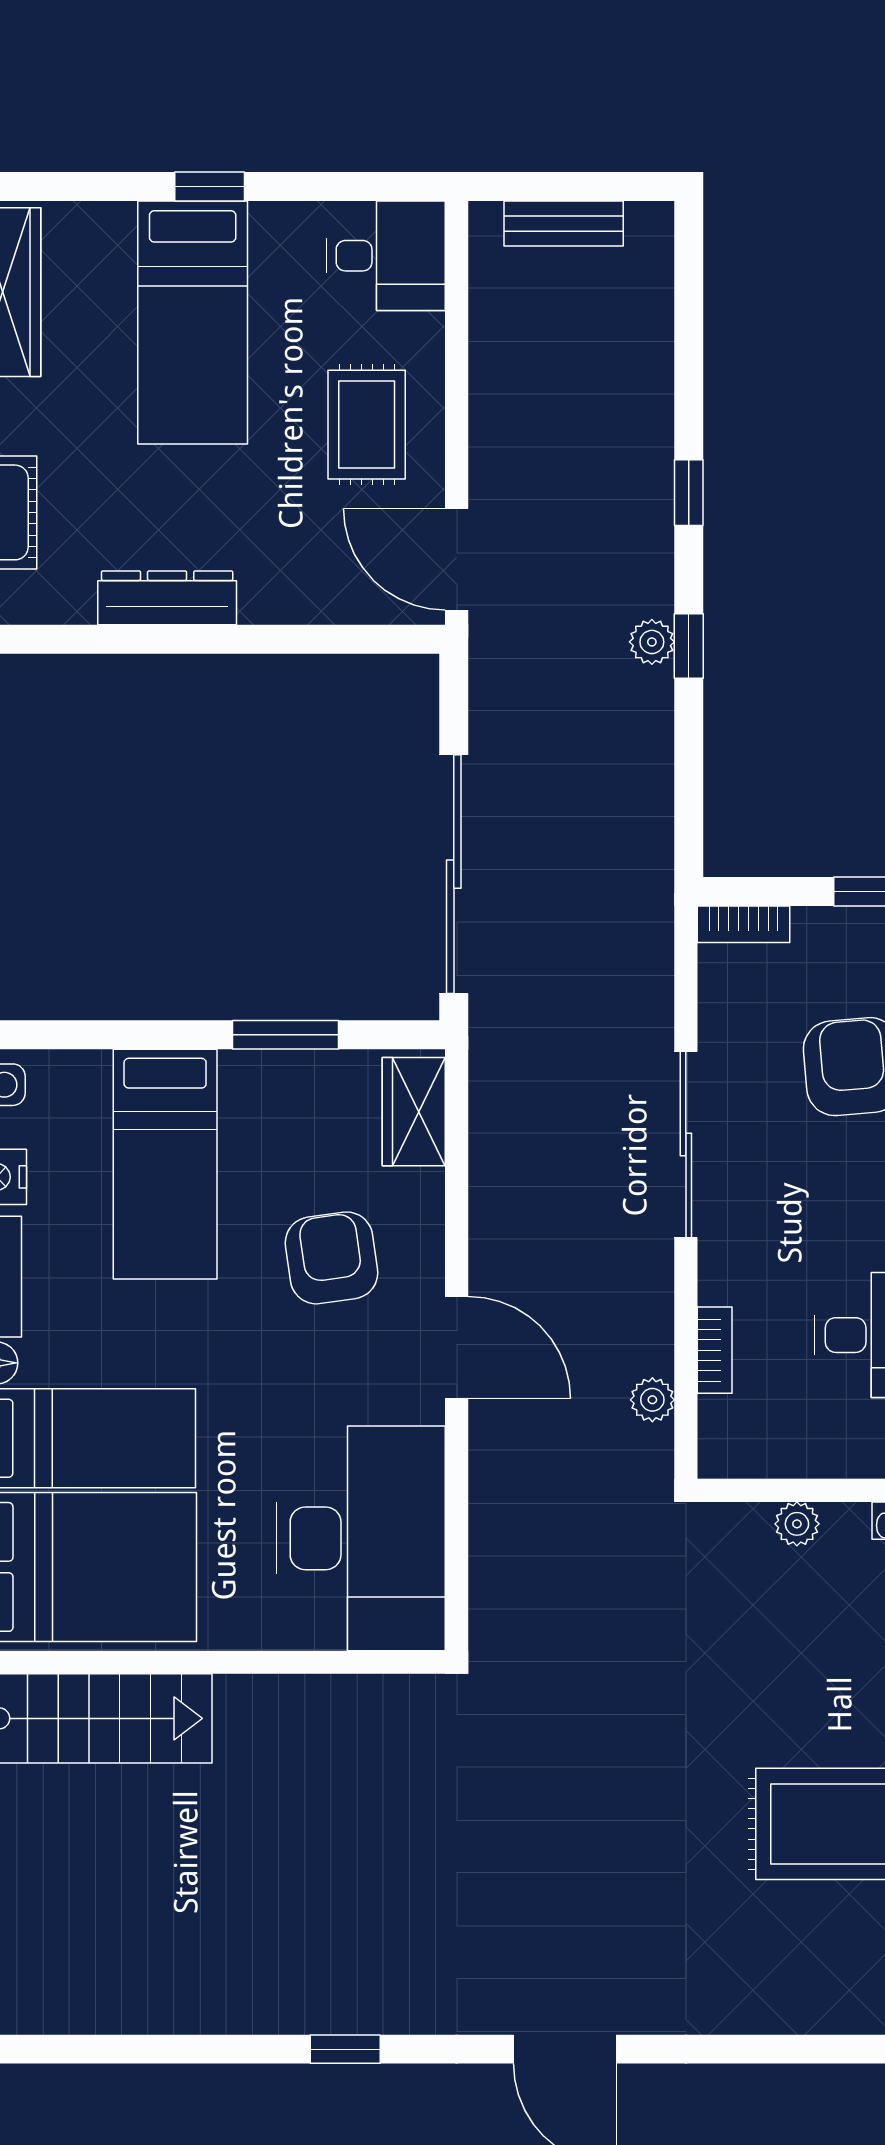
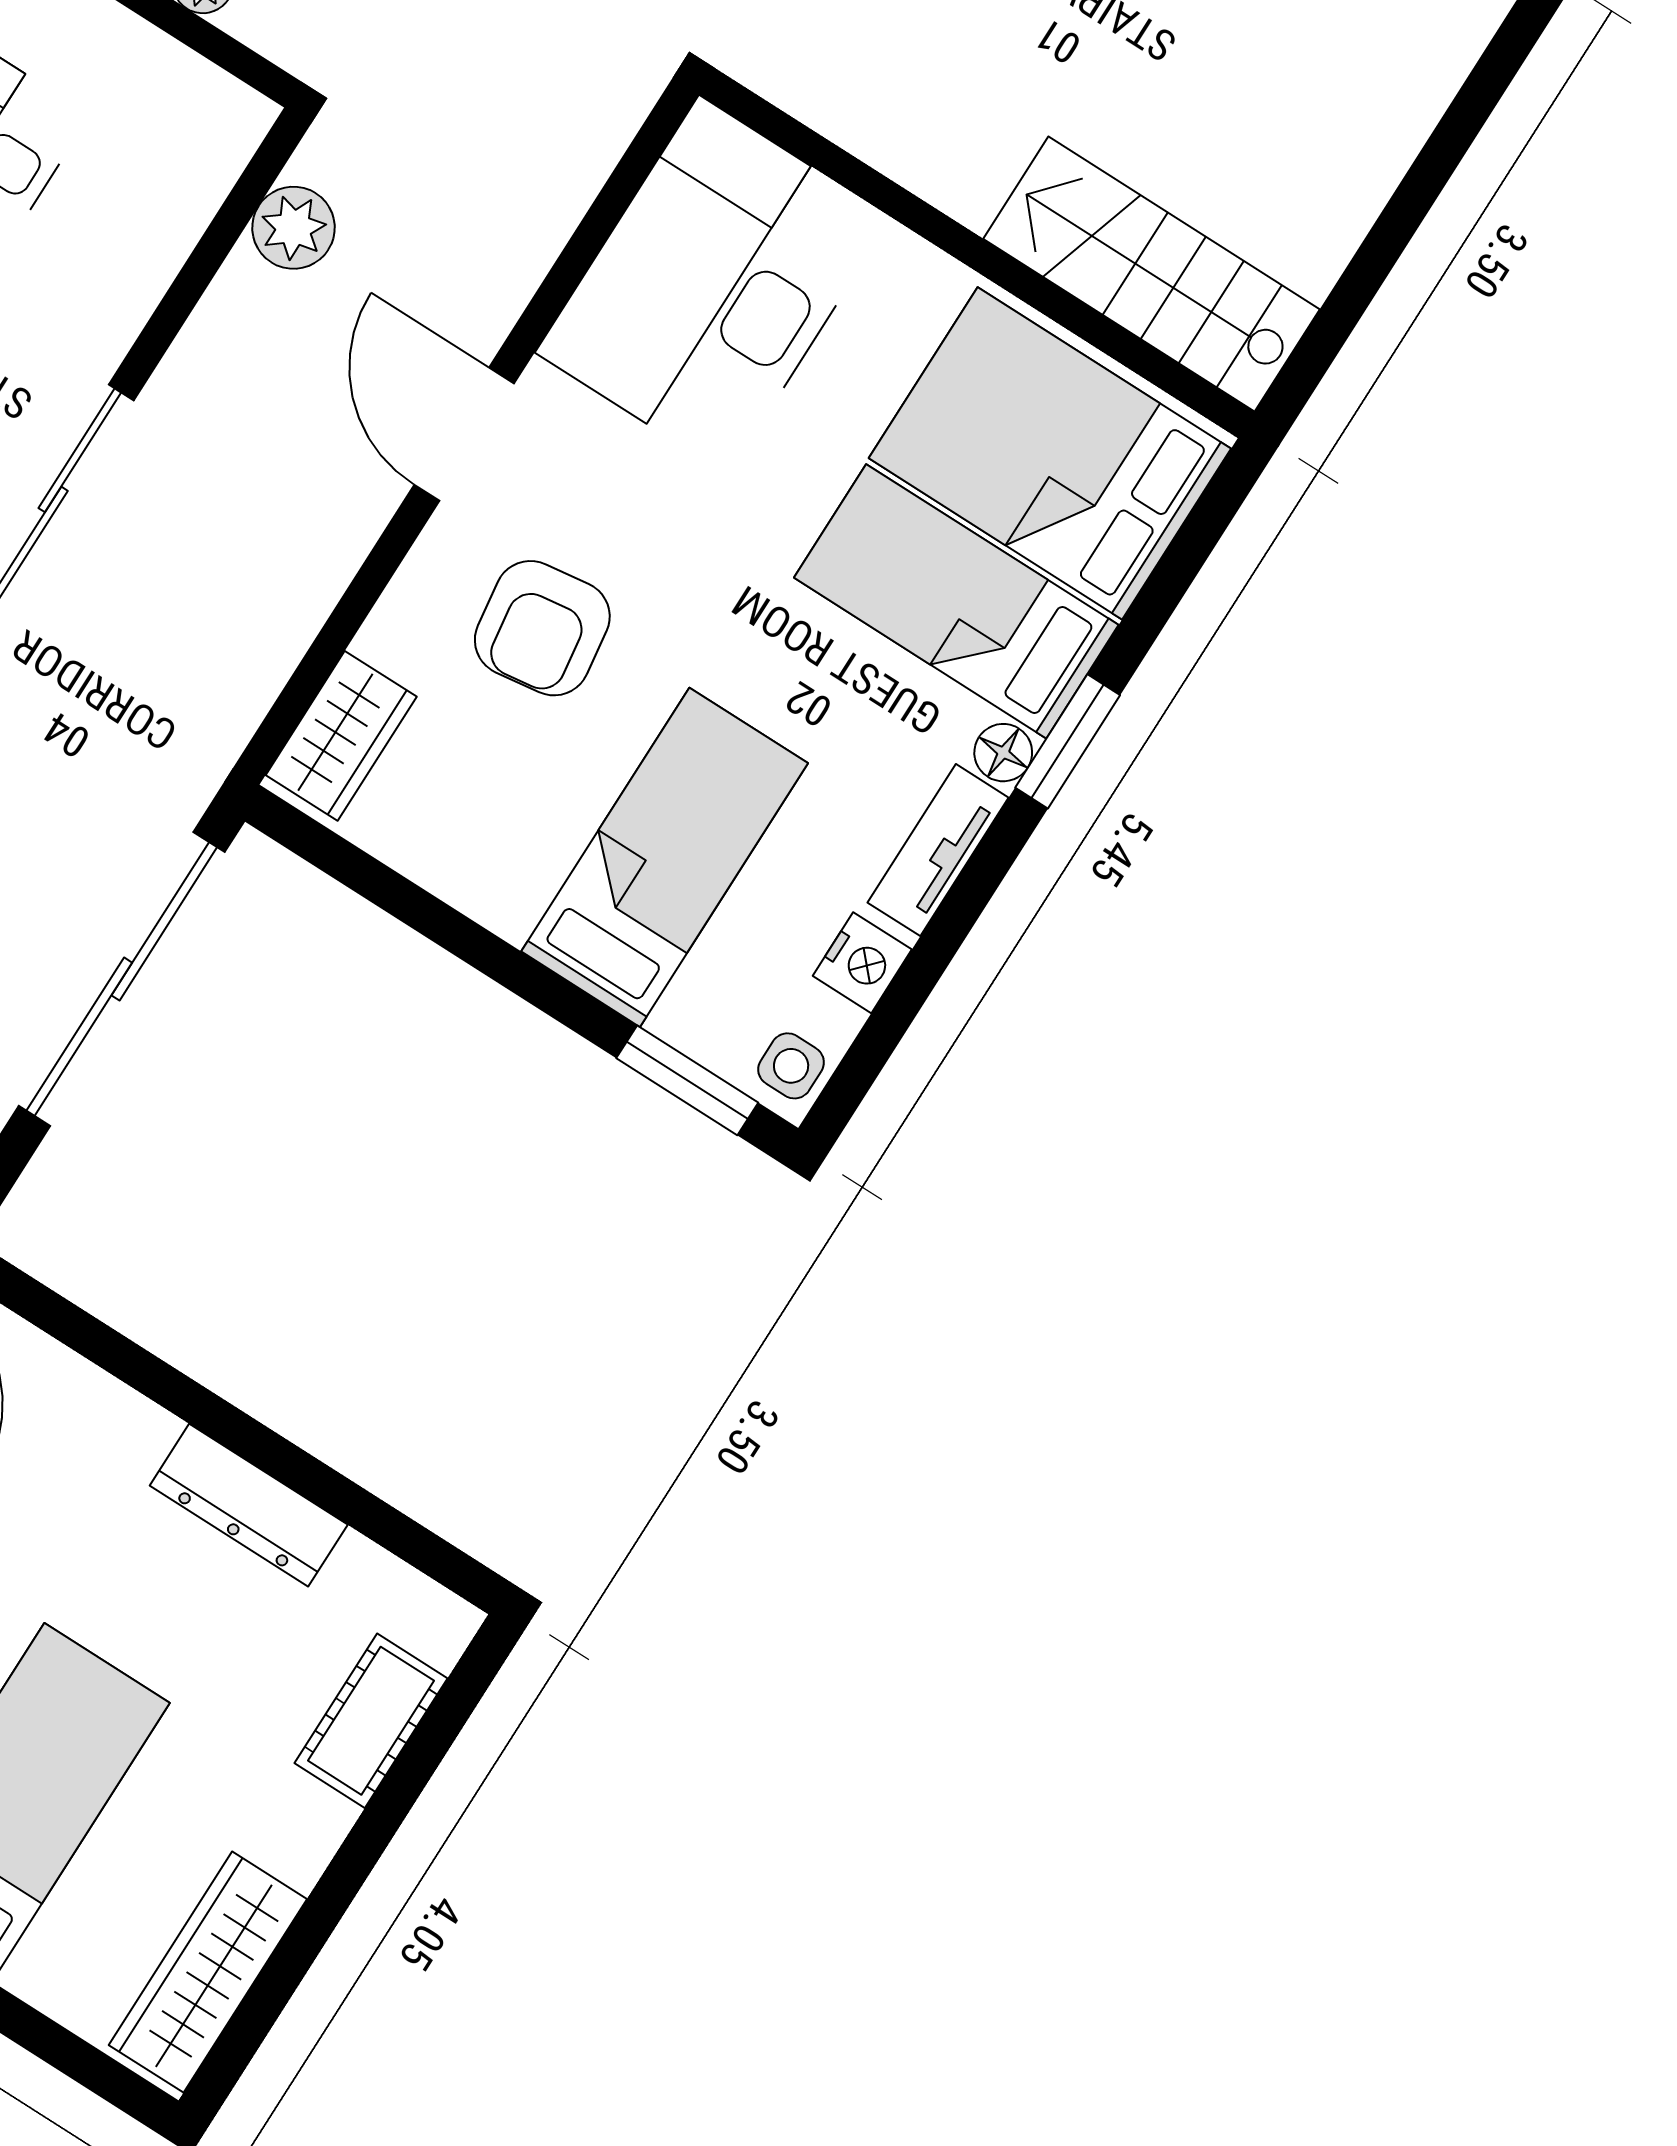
window: (285, 1035) -> (687, 1080), moved
bookcase: (715, 1350) -> (170, 243), removed
plant: (652, 1400) -> (293, 228), width x1.38, depth x1.38

